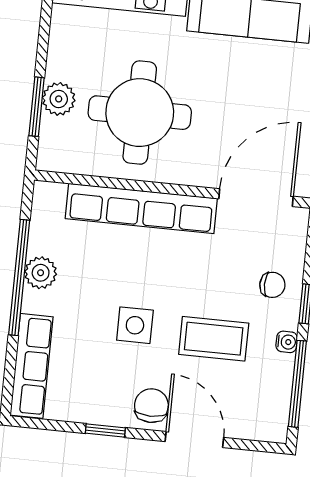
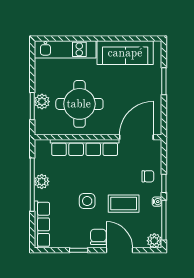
plant: (272, 426) -> (154, 241), added

